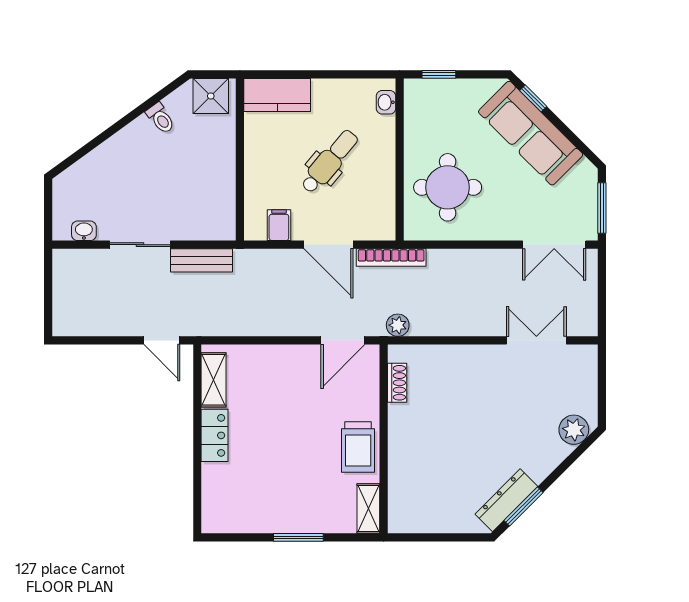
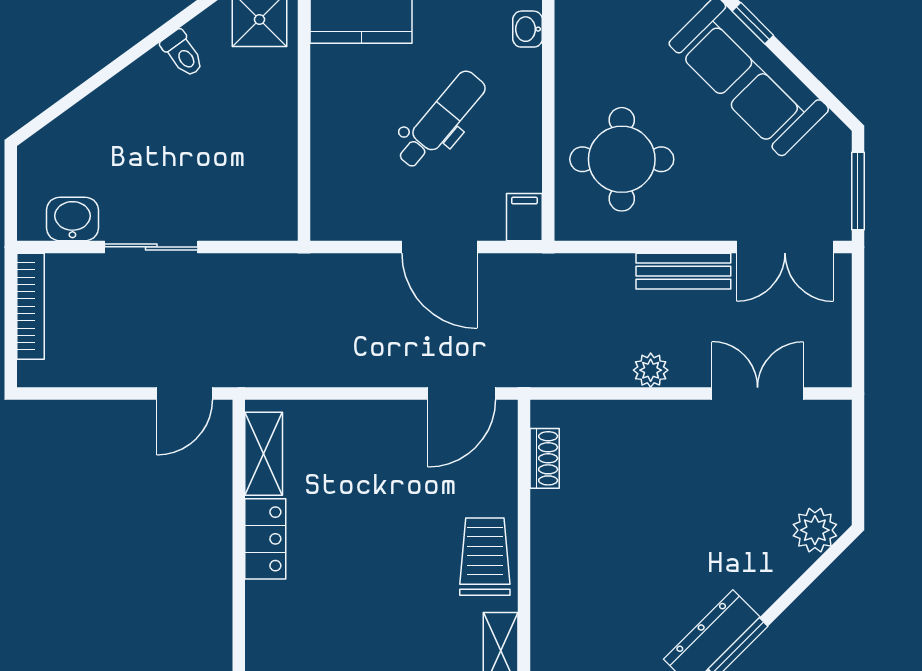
filing cabinet: (279, 225) -> (524, 217), moved
washbasin: (84, 231) -> (72, 219), width x1.38, depth x1.45
bookcase: (391, 258) -> (30, 306), moved, turned -90
bench: (202, 260) -> (683, 271), moved
plant: (398, 325) -> (651, 370), moved
door: (162, 340) -> (185, 394), hinge flipped
trolley: (358, 447) -> (485, 557), turned 180

